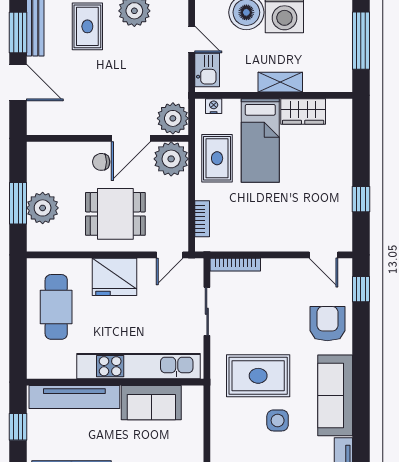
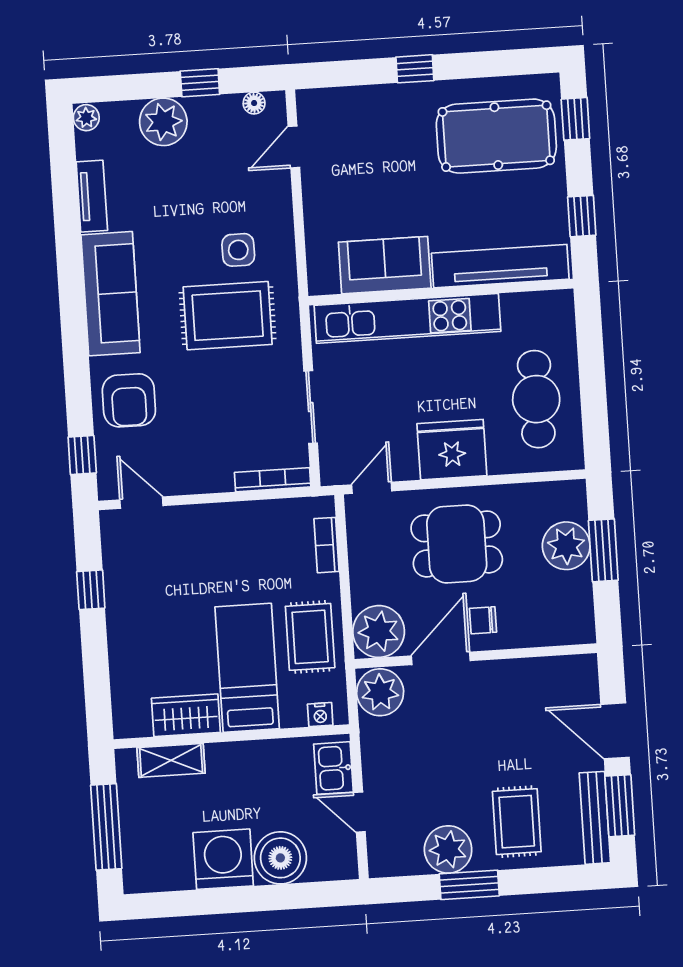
shelving: (280, 82) -> (171, 760), moved
chair: (101, 162) -> (483, 620), turned 180
side table: (278, 420) -> (238, 250), moved

